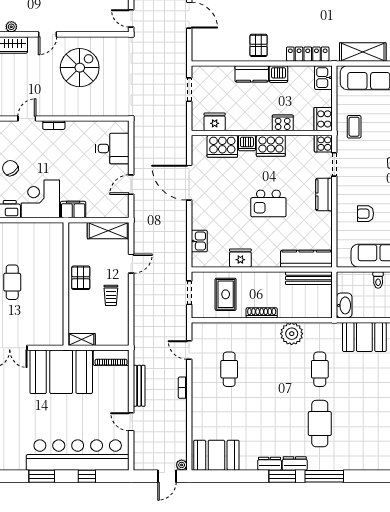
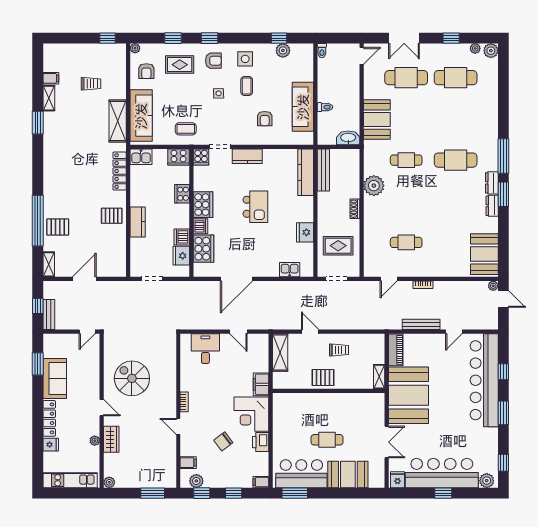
dishwasher: (279, 74) -> (182, 237), moved, turned 180
shoe rack: (262, 313) -> (355, 209), width x0.70

